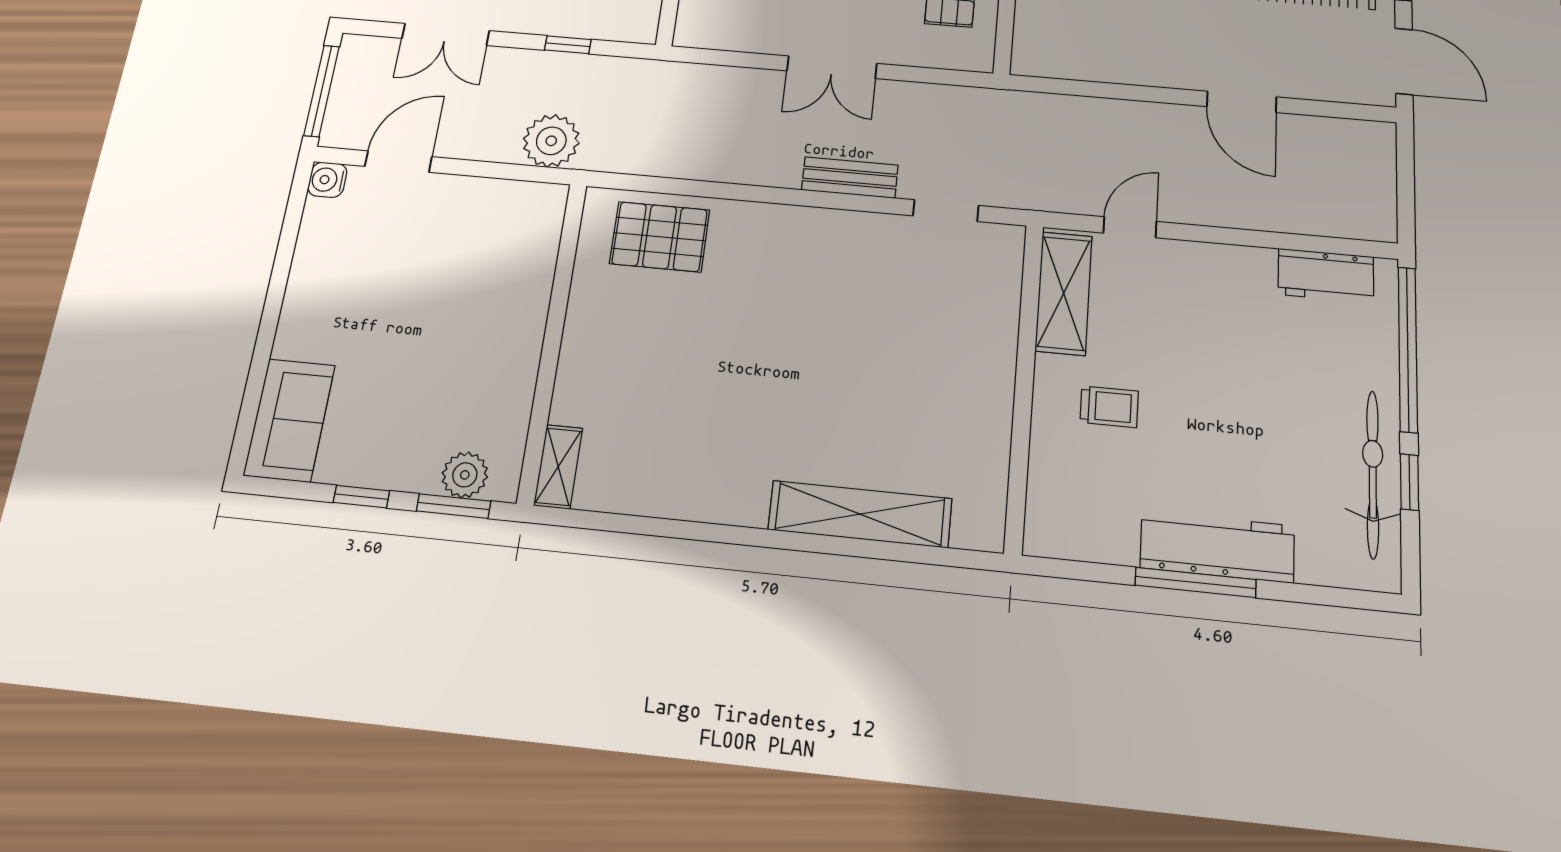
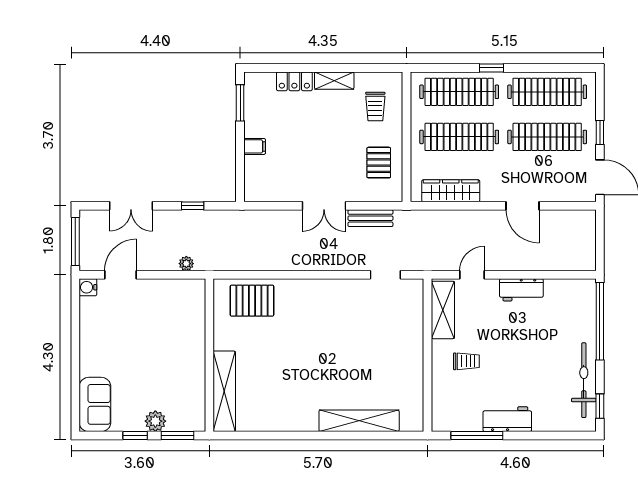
wardrobe: (1094, 61) -> (451, 191), added
plant: (551, 141) -> (186, 264), width x0.53, depth x0.53
bench: (850, 178) -> (370, 218), moved
workbench: (1326, 276) -> (521, 290), moved
shelving: (558, 467) -> (224, 391), width x2.20, depth x1.33
plant: (465, 475) -> (155, 421), moved
window: (1409, 482) -> (600, 406), moved
workbench: (1217, 547) -> (507, 419), width x0.73
window: (1196, 582) -> (477, 435), moved

